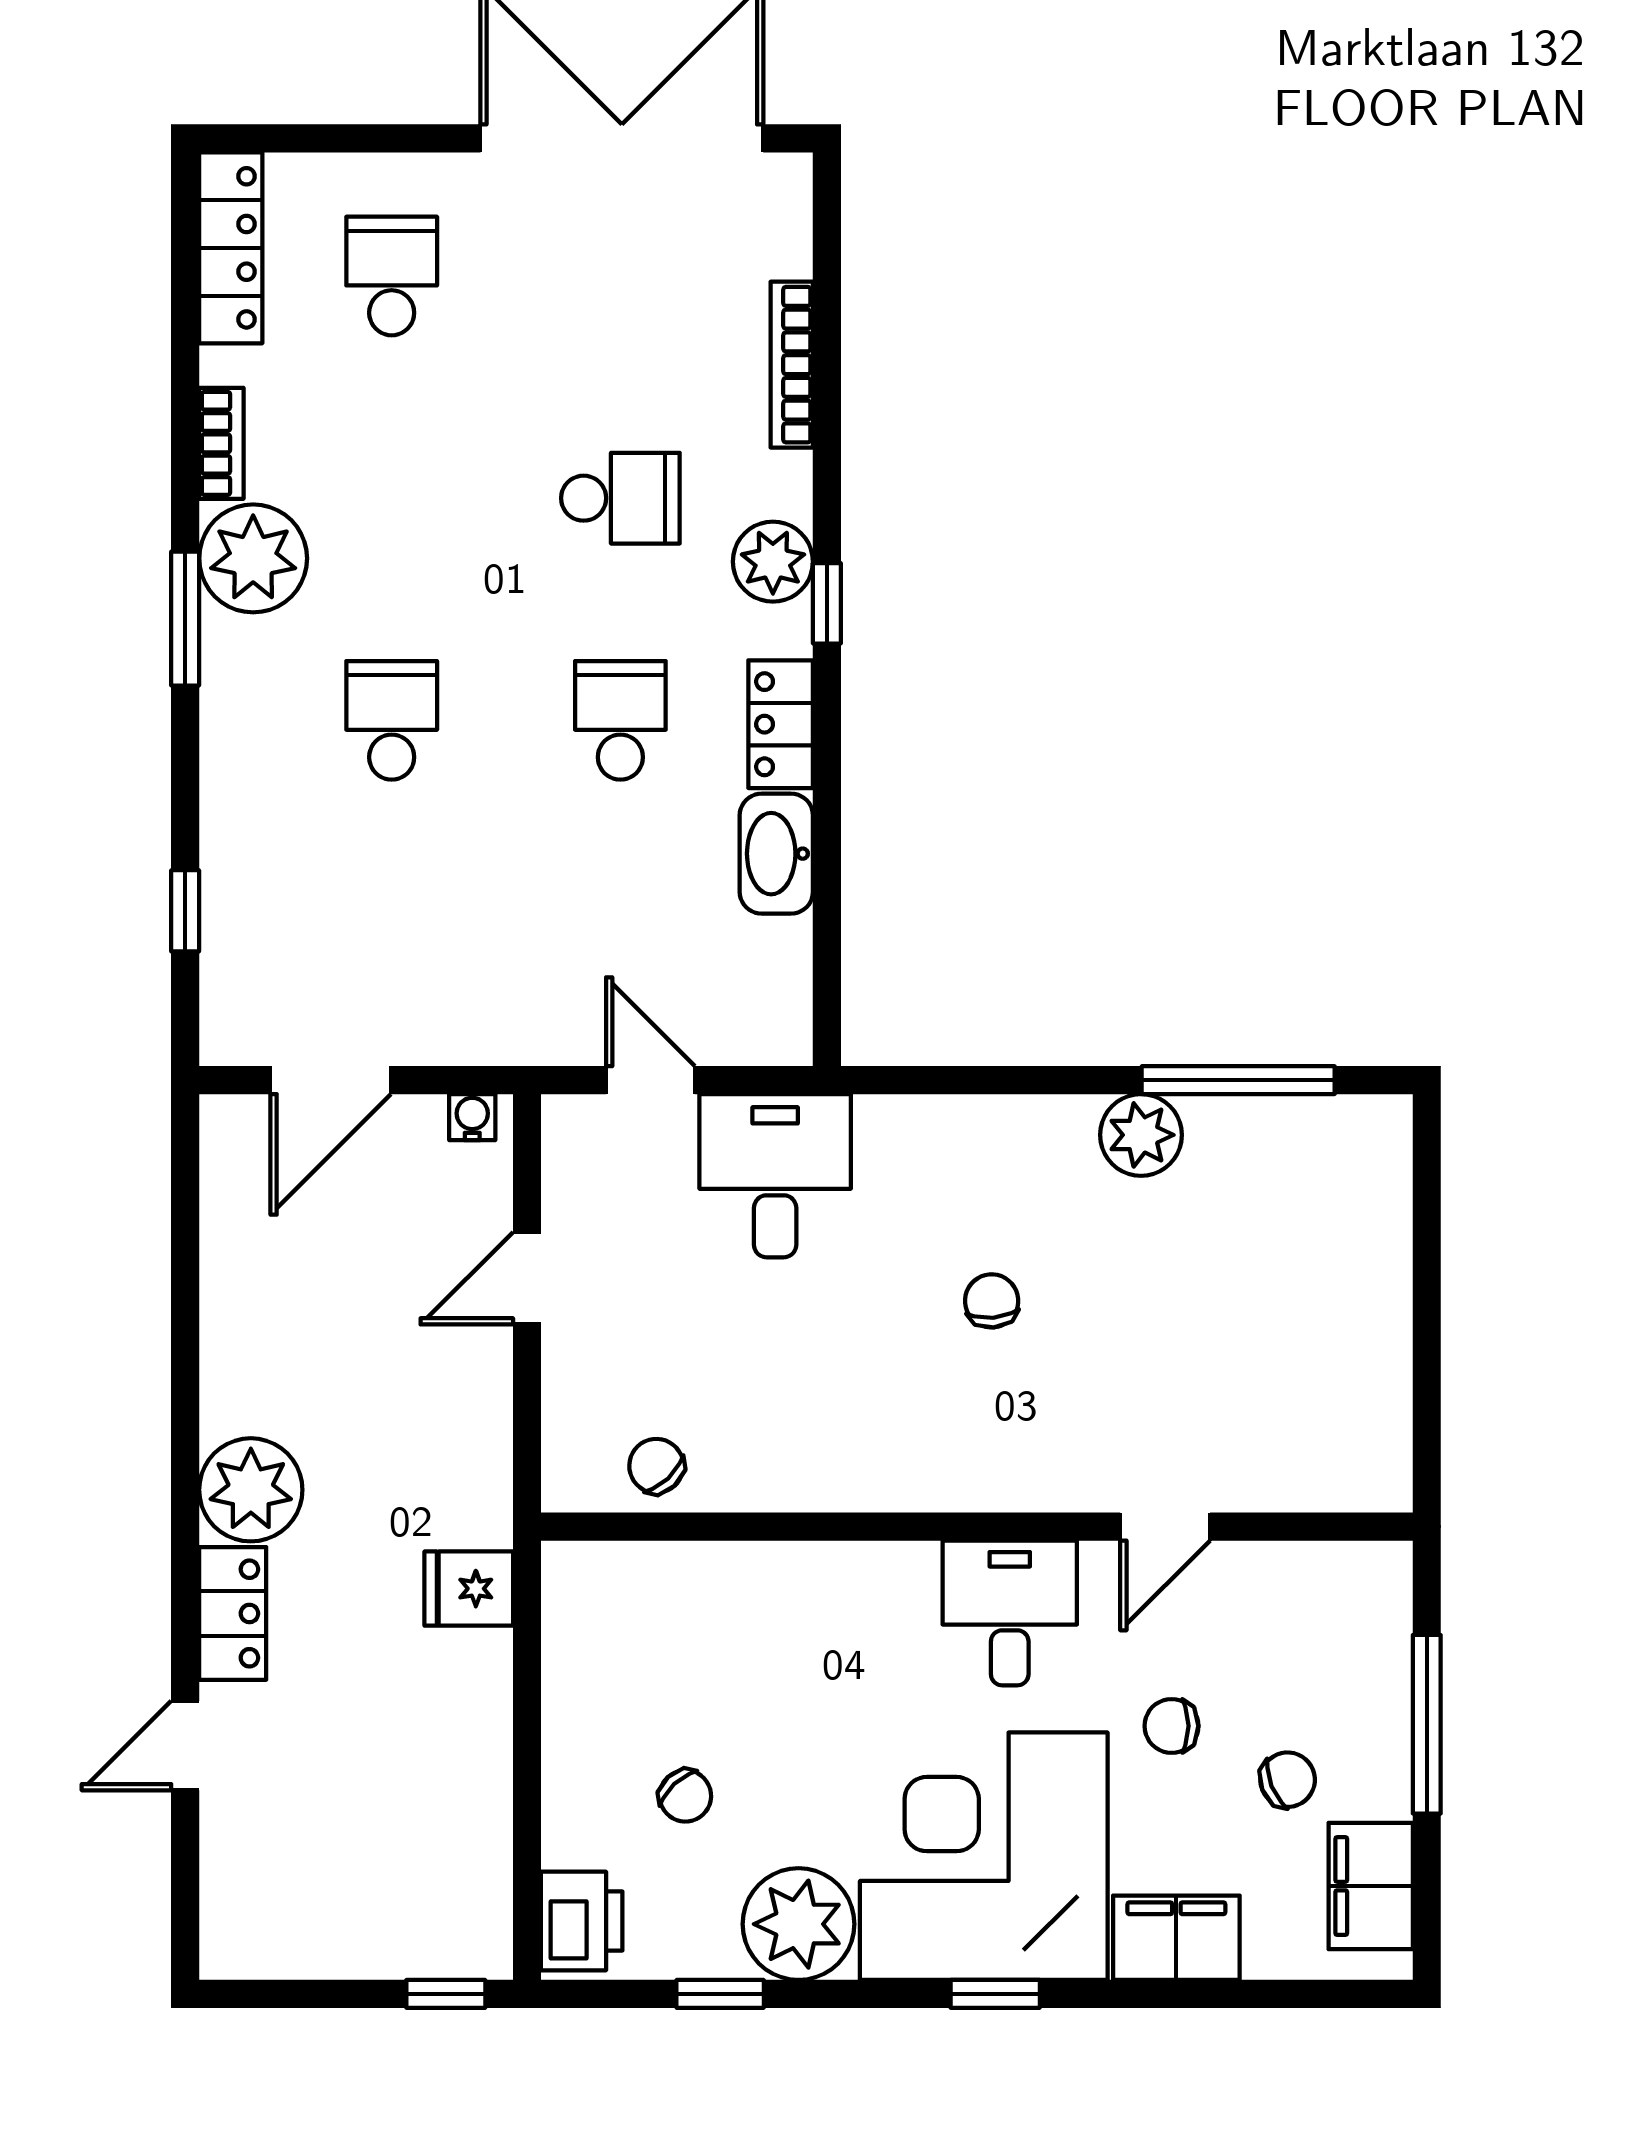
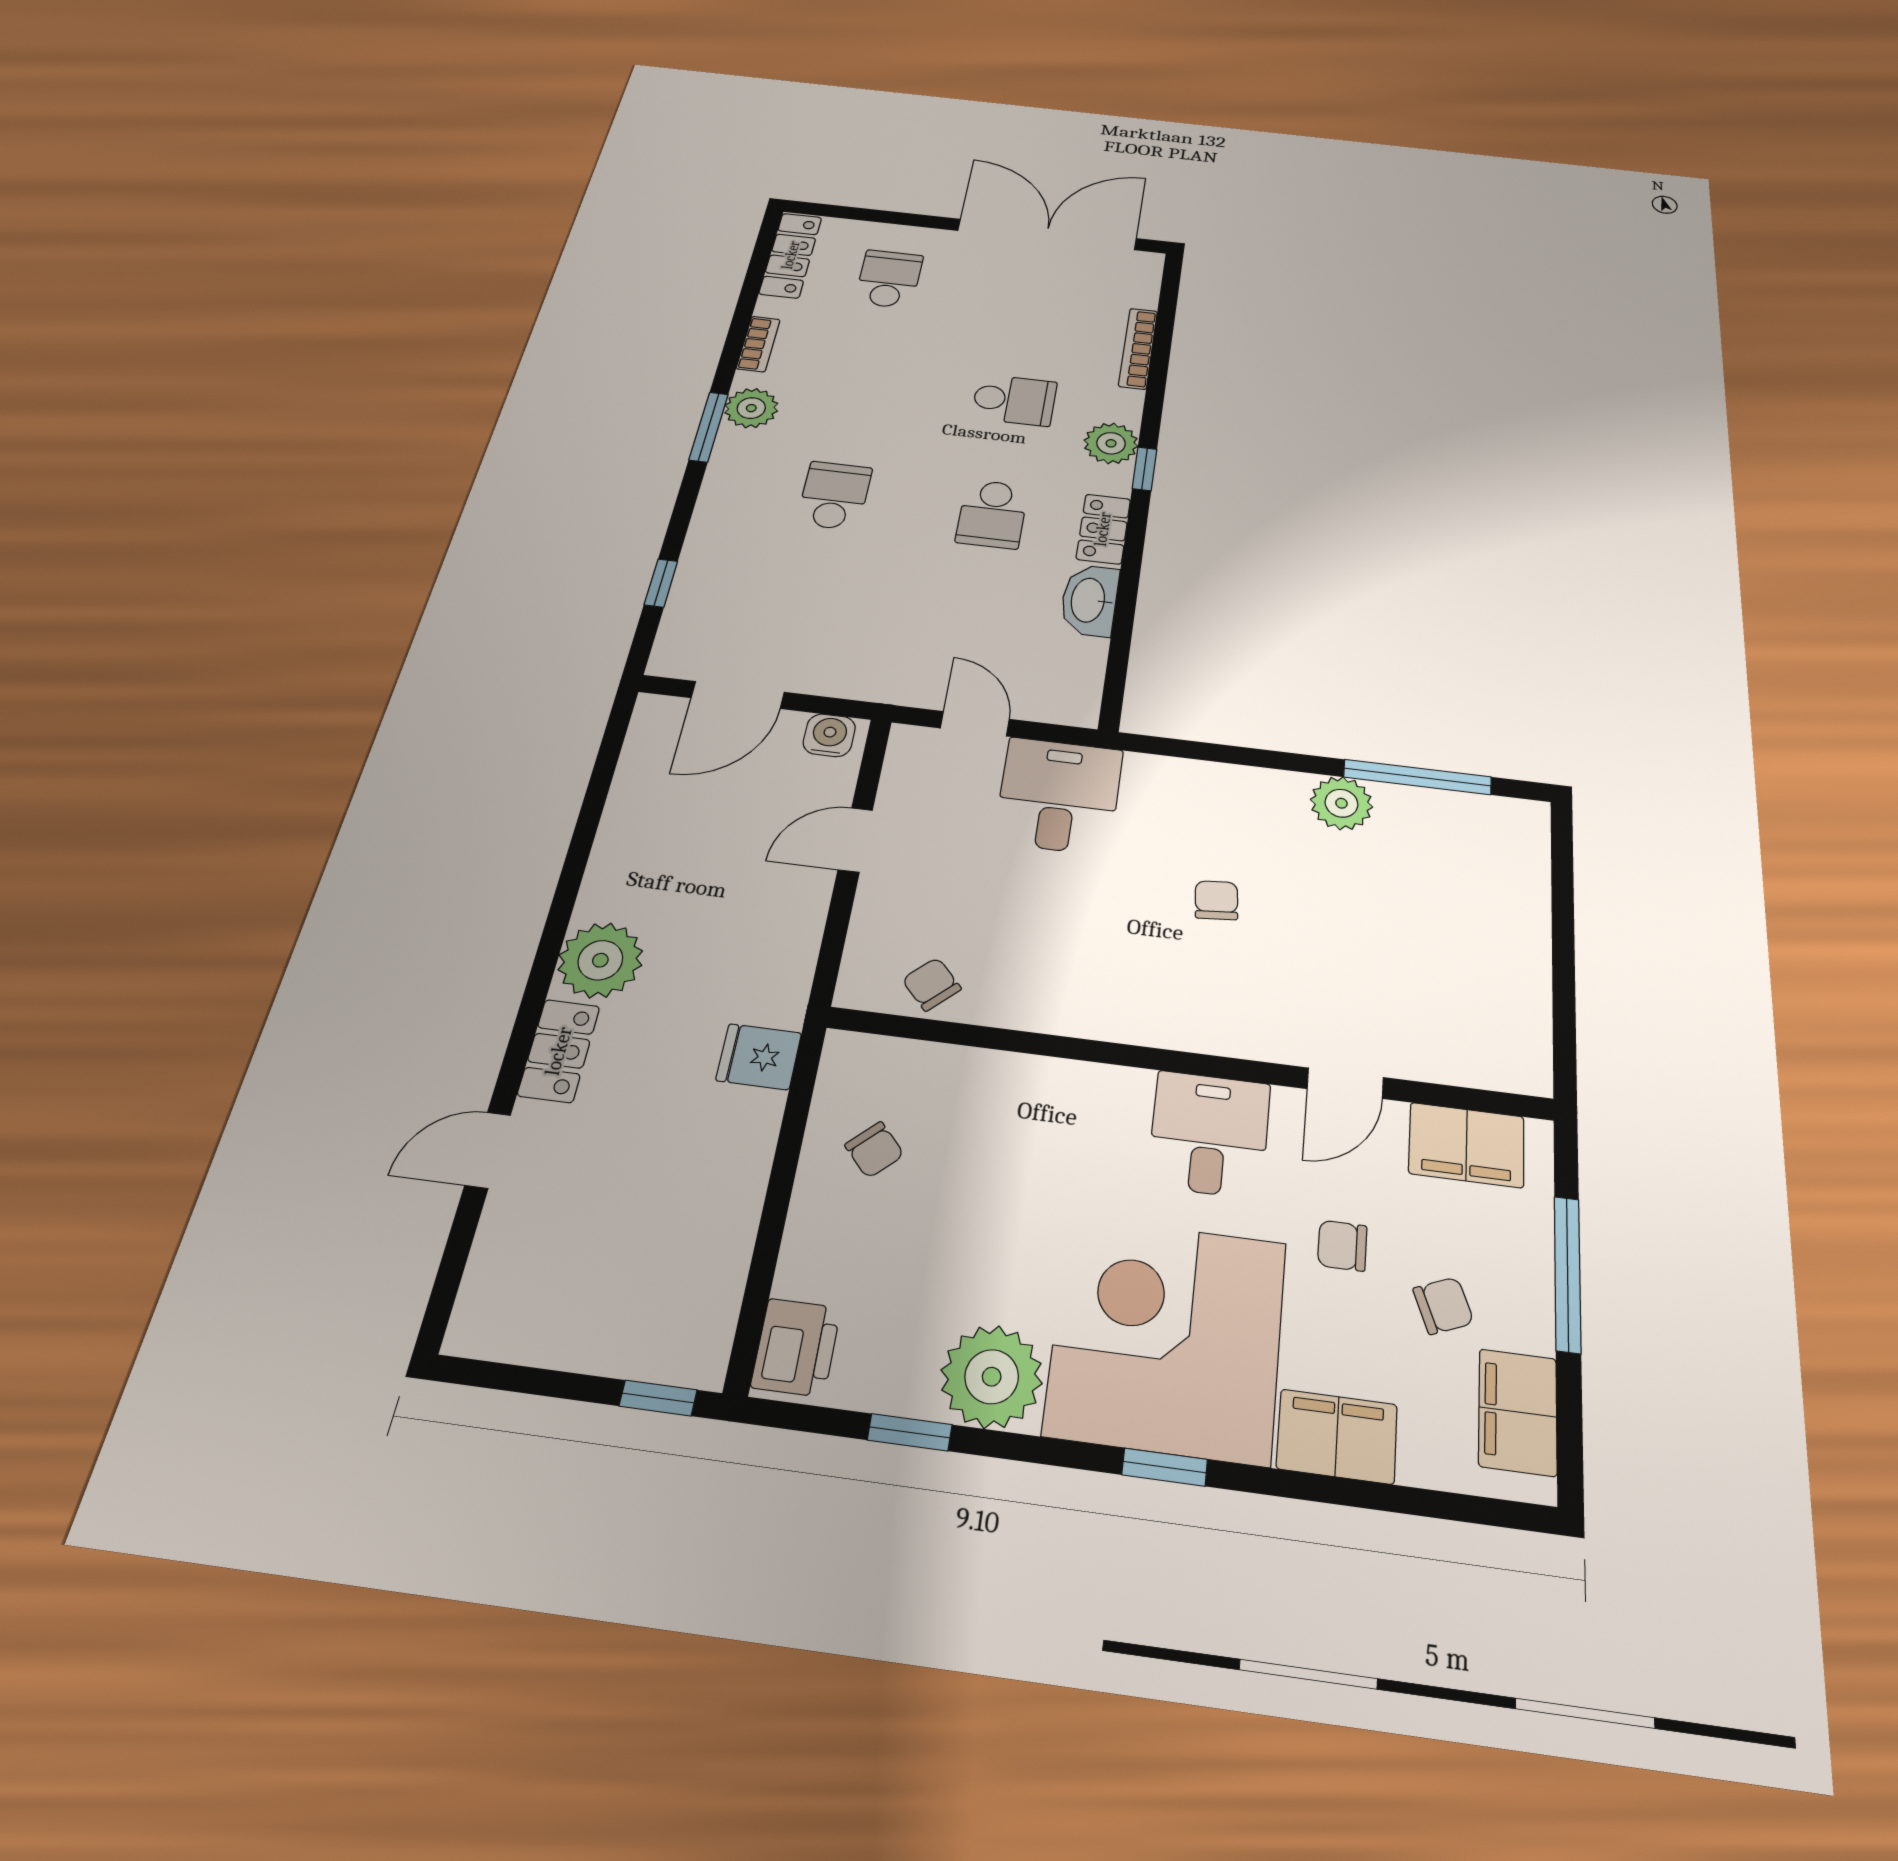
plant: (253, 558) -> (751, 408), width x0.73, depth x0.73
school desk: (620, 720) -> (992, 514), turned 180
water cooler: (472, 1117) -> (829, 735), width x1.38, depth x1.38
filing cabinet: (1310, 1585) -> (1466, 1145), added
chair: (685, 1796) -> (874, 1150), moved

